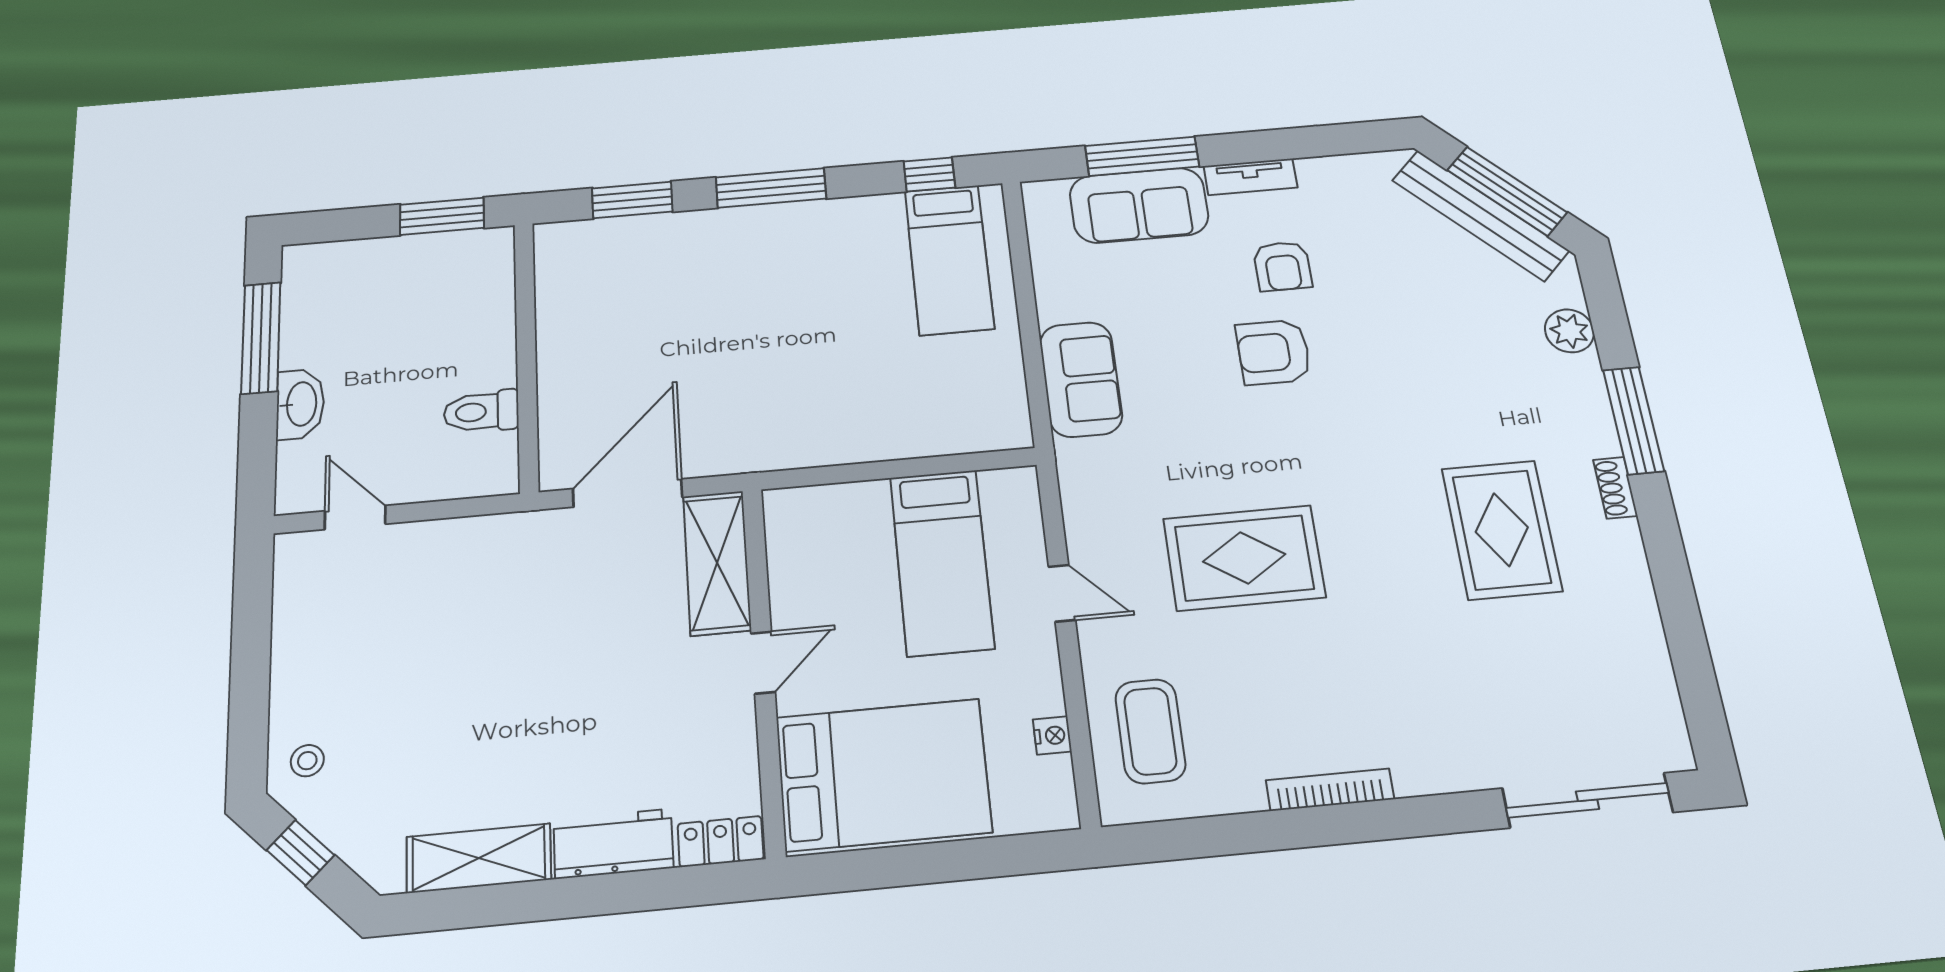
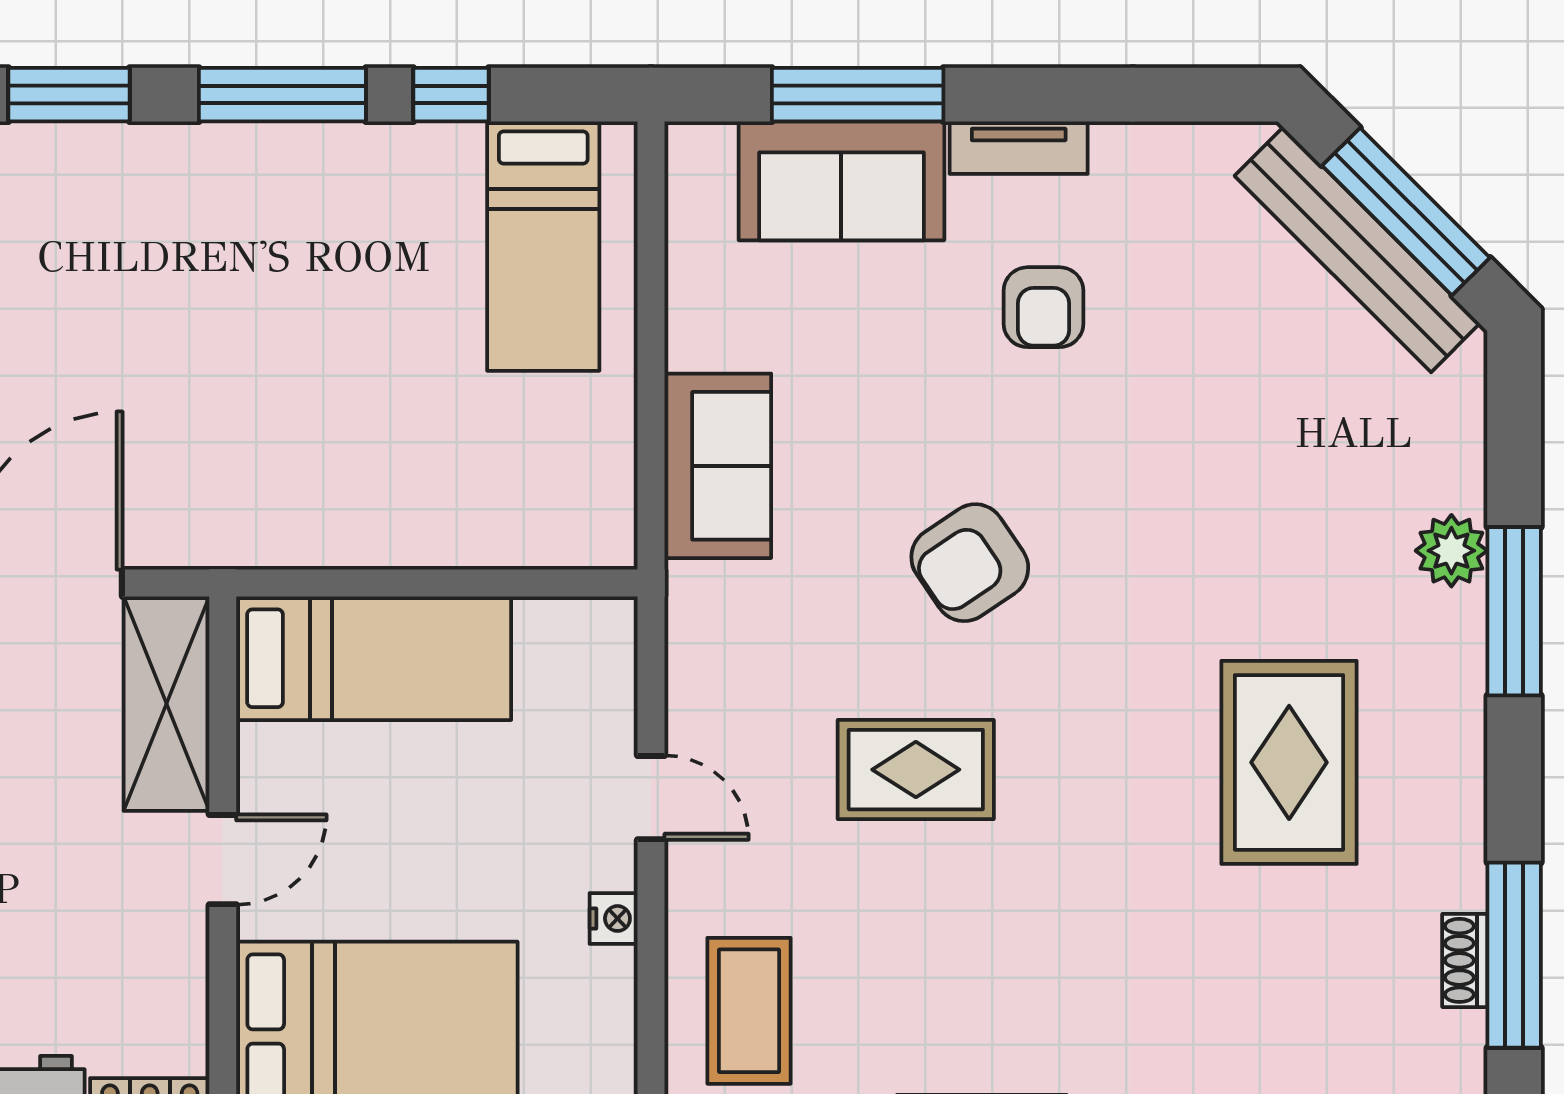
window: (929, 174) -> (451, 95), moved
plant: (1569, 331) -> (1451, 551), moved
armchair: (1274, 352) -> (970, 563), moved, turned -34
shoe rack: (1615, 488) -> (1465, 960), moved
rug: (1244, 558) -> (916, 770), width x0.73, depth x0.70
bed: (942, 562) -> (374, 658), moved, turned -90
window: (1687, 642) -> (1514, 955), added
nightstand: (1052, 735) -> (614, 918), moved

